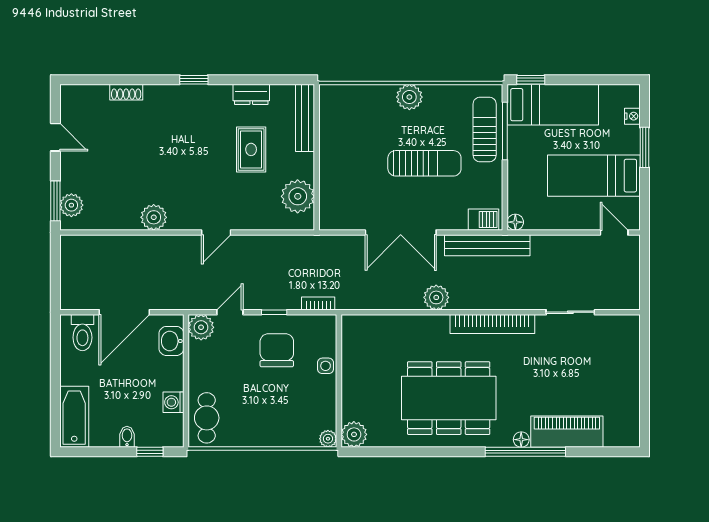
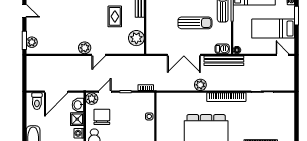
plant: (154, 217) -> (85, 48), moved
chair: (277, 350) -> (102, 117), moved
shower: (170, 372) -> (77, 119), added

